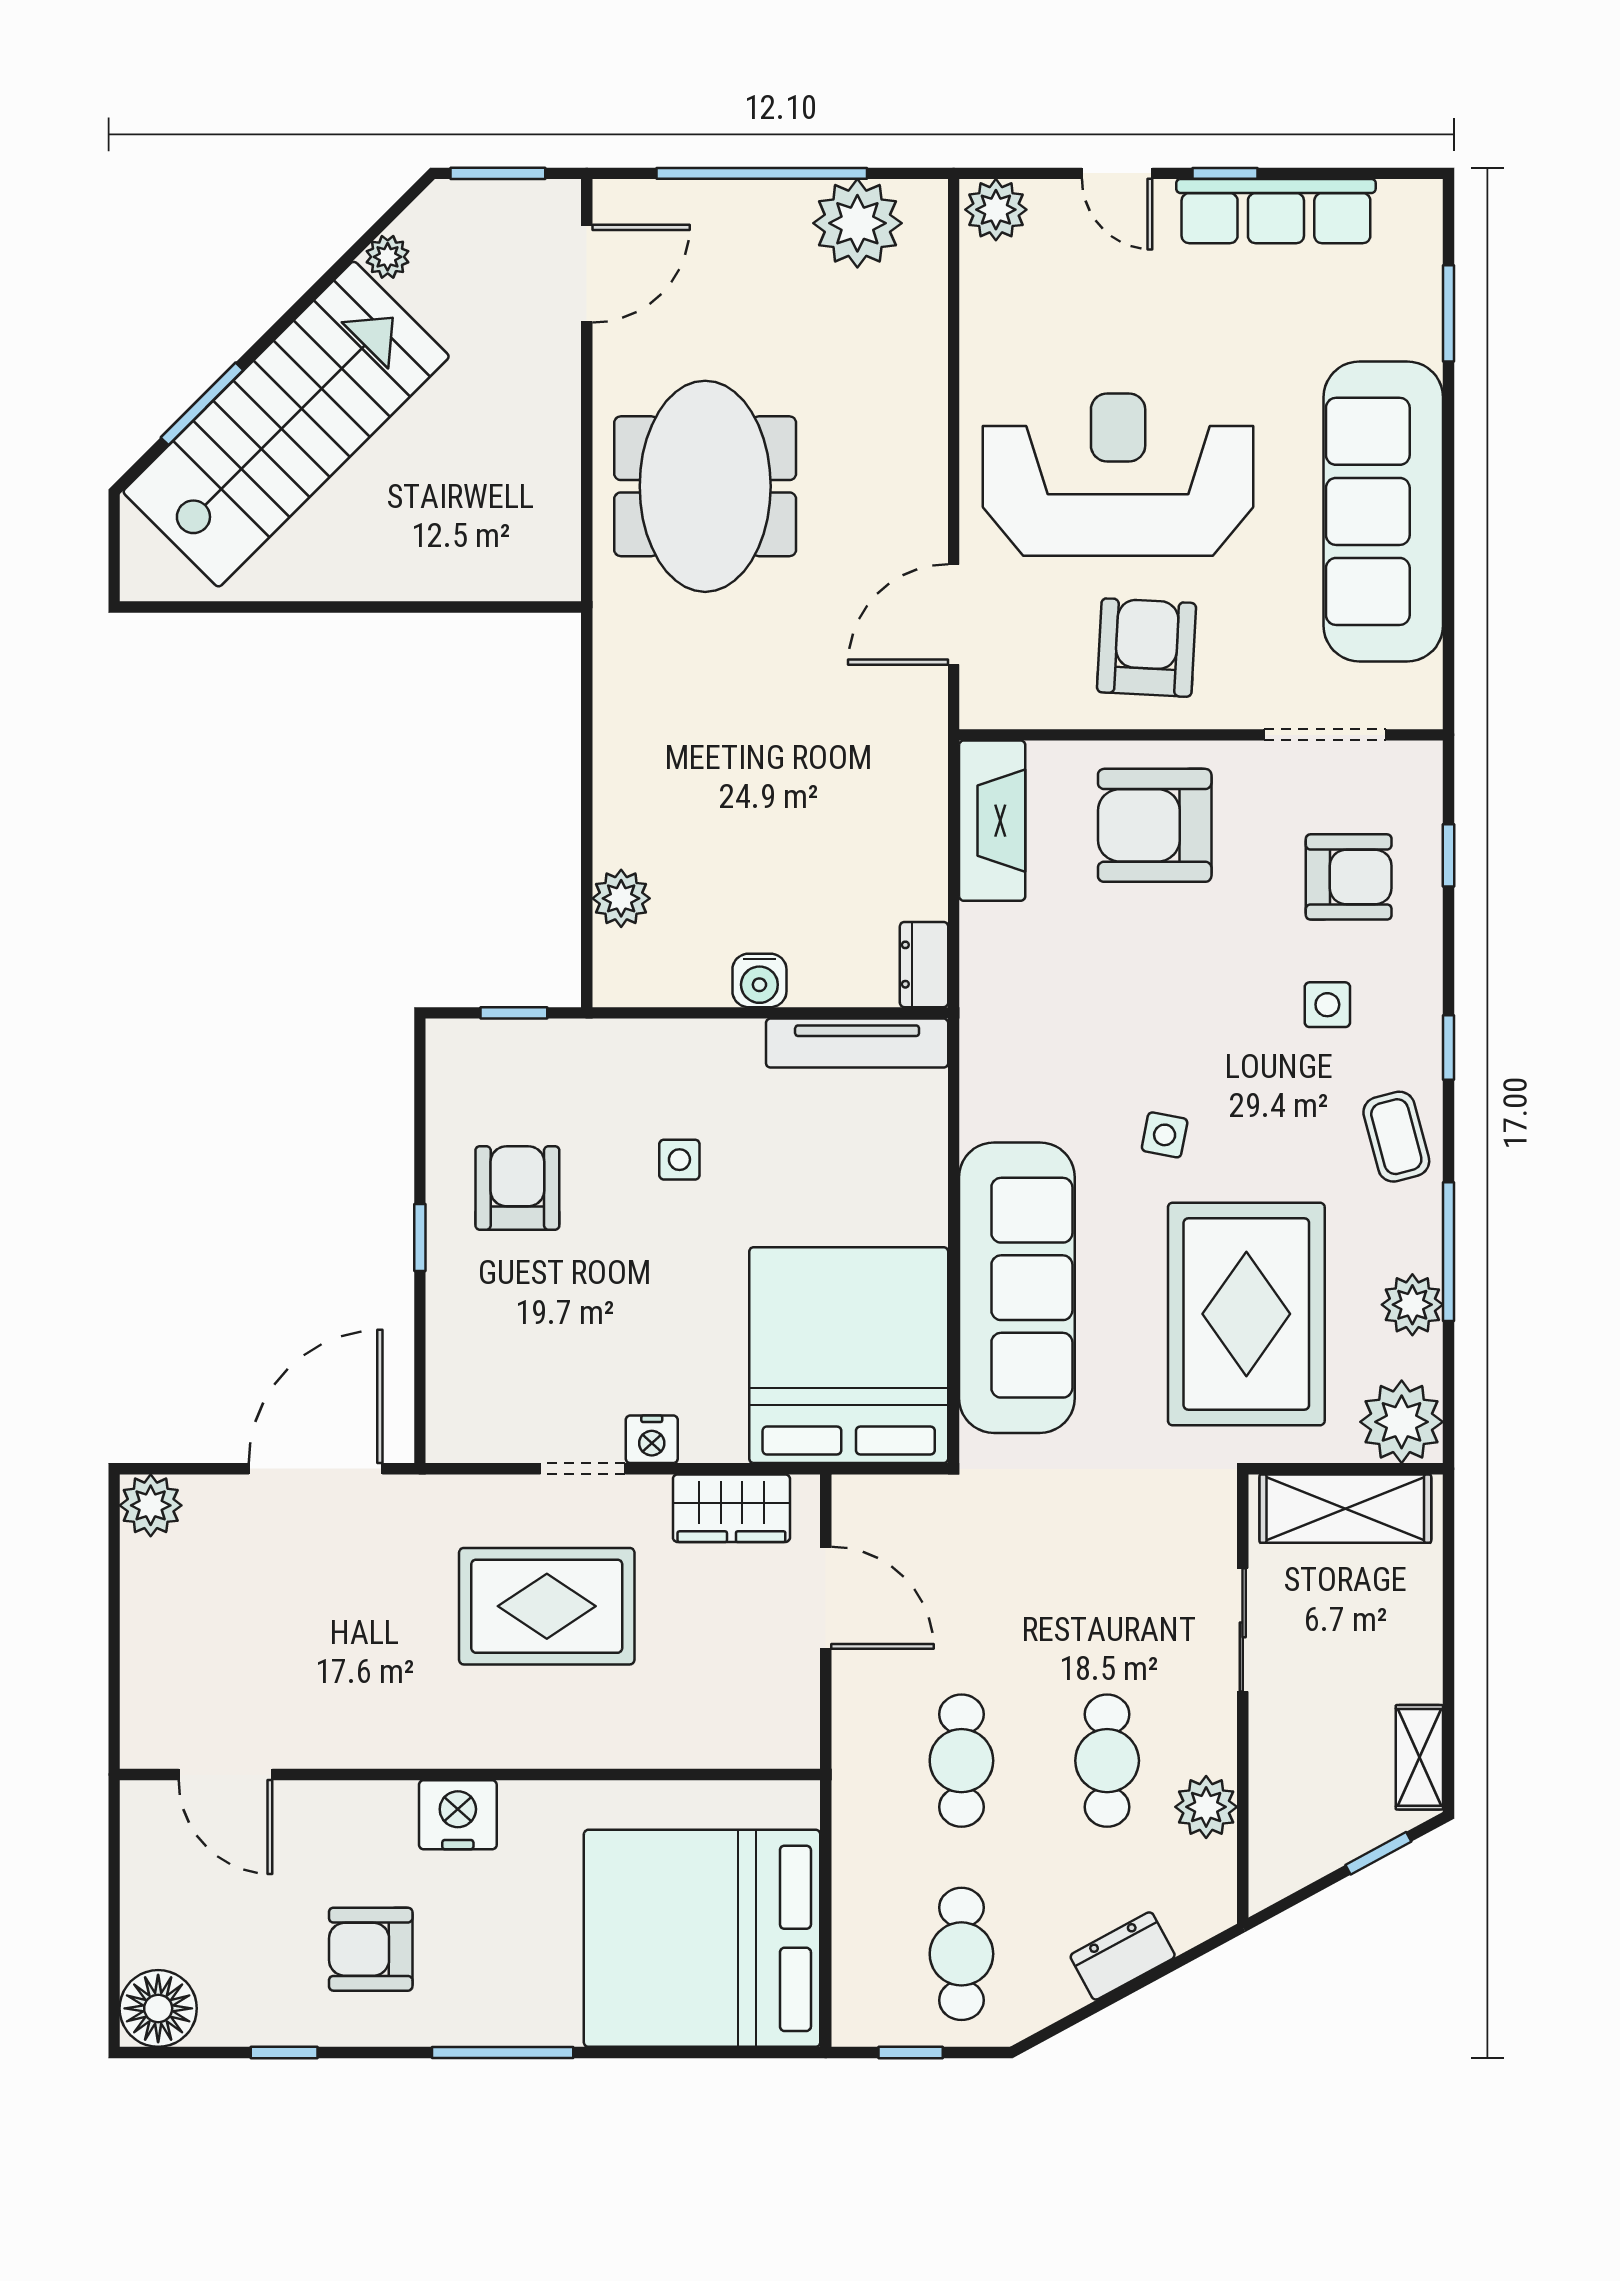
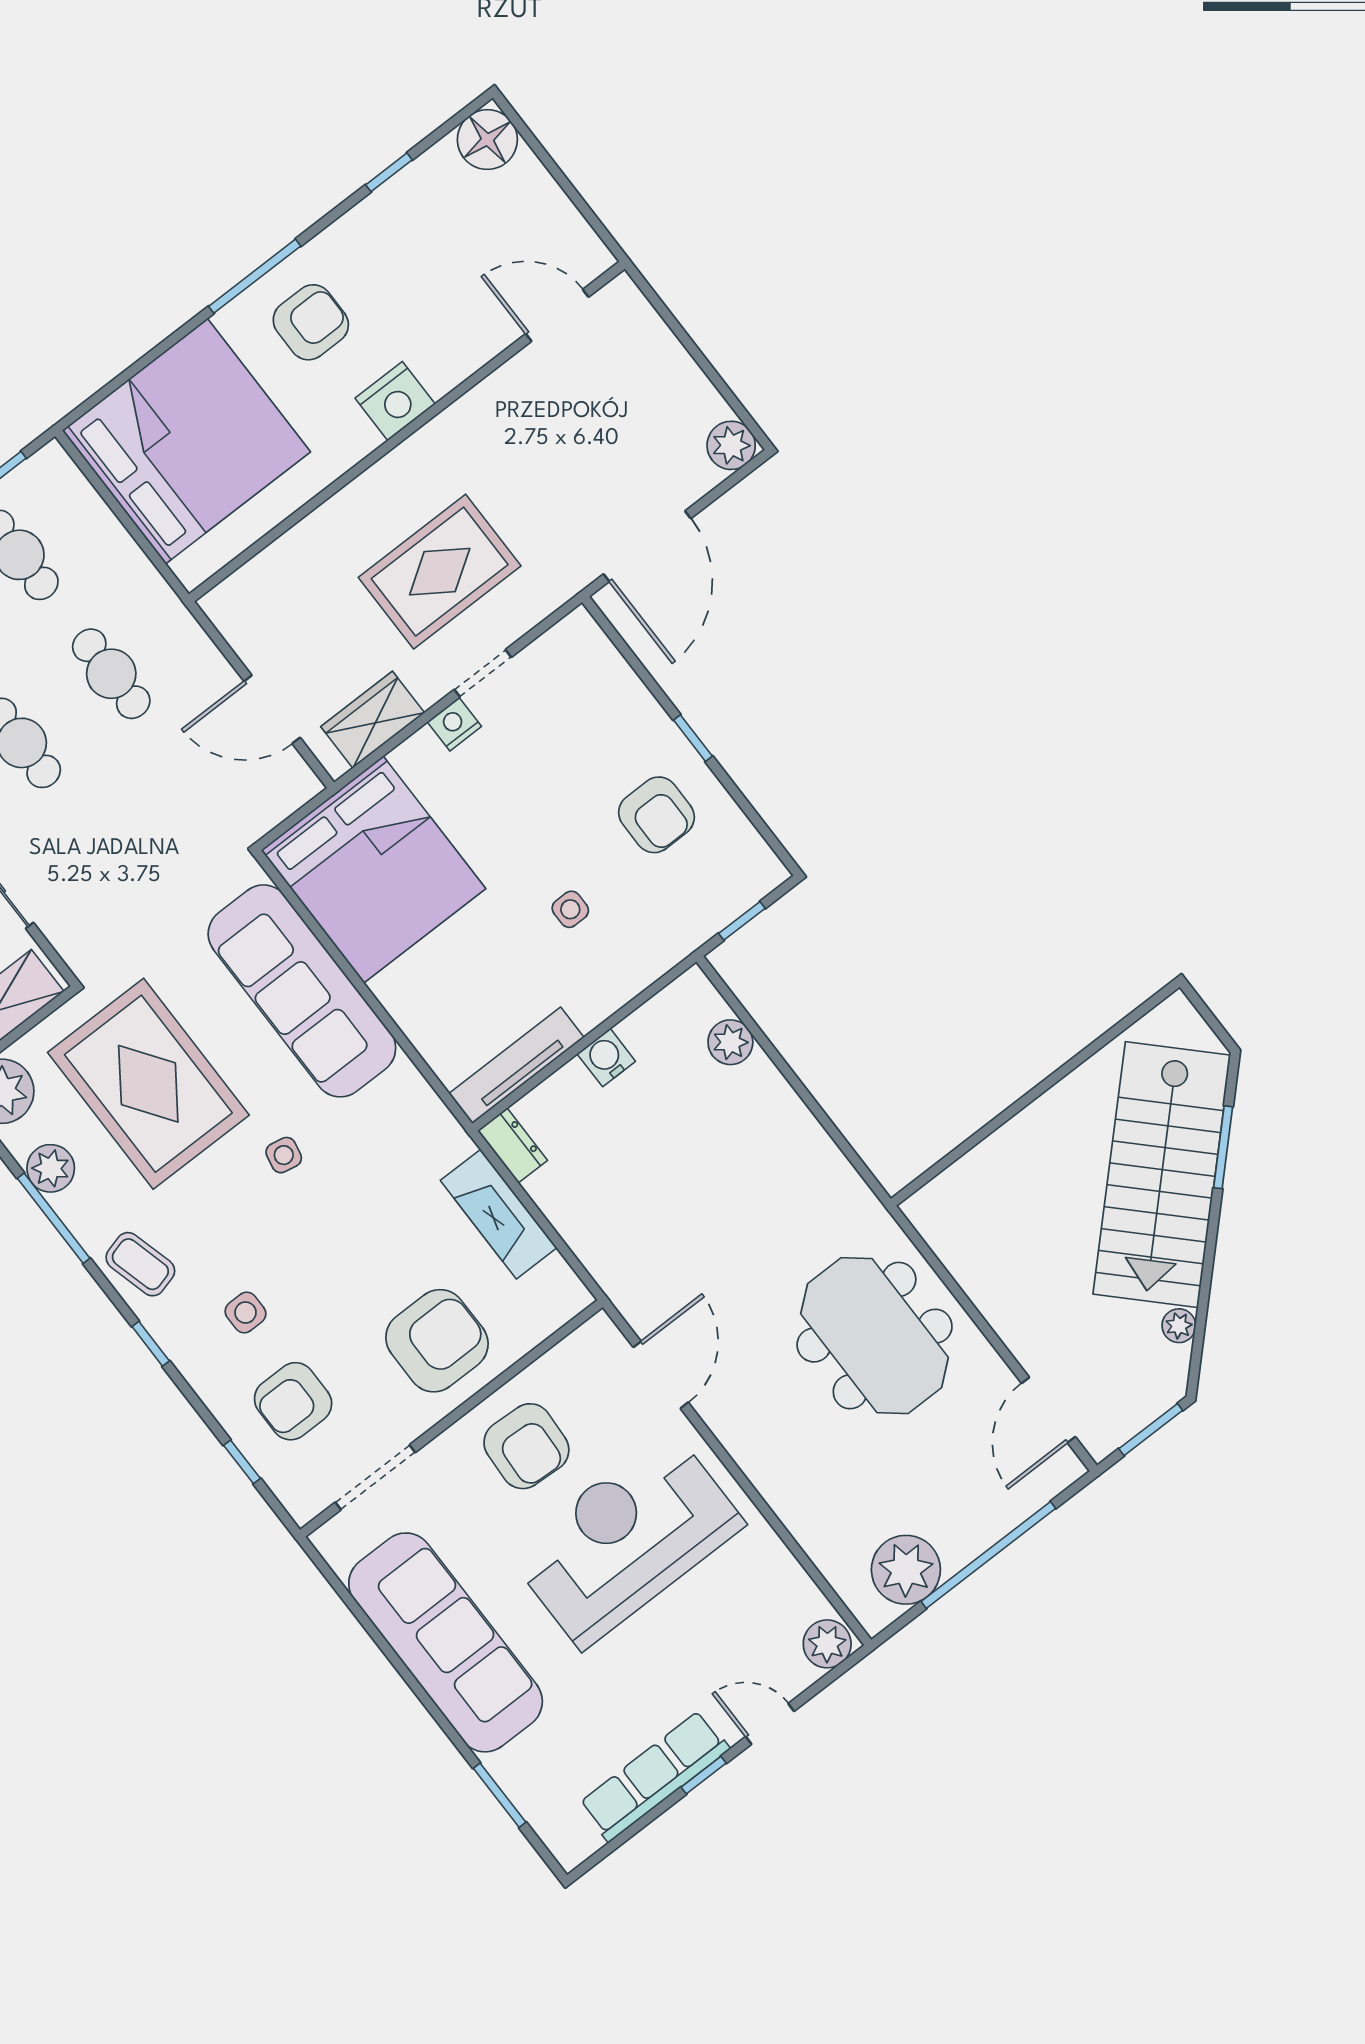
reception desk: (1118, 475) -> (626, 1539), turned 180
fireplace: (992, 821) -> (499, 1214), moved
armchair: (371, 1949) -> (311, 322), moved

